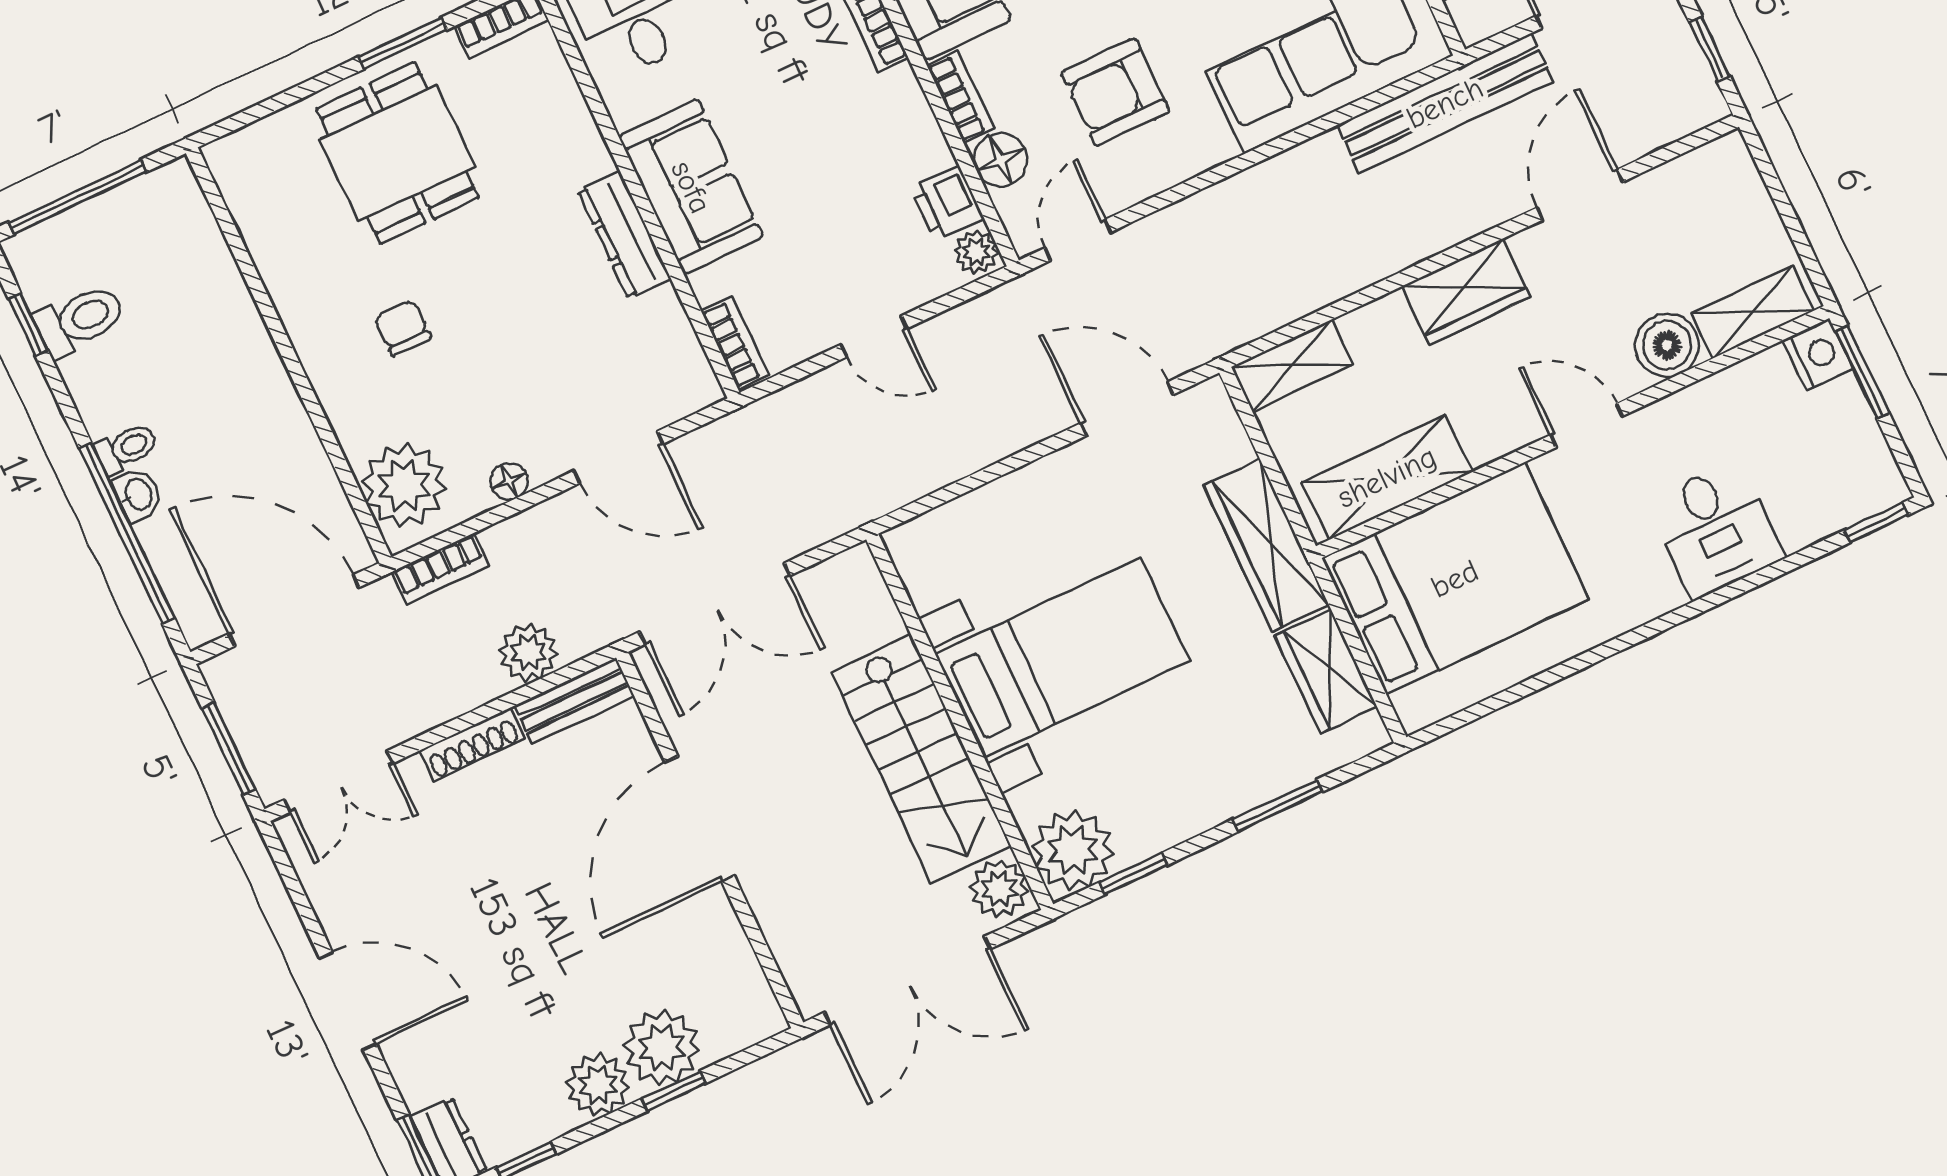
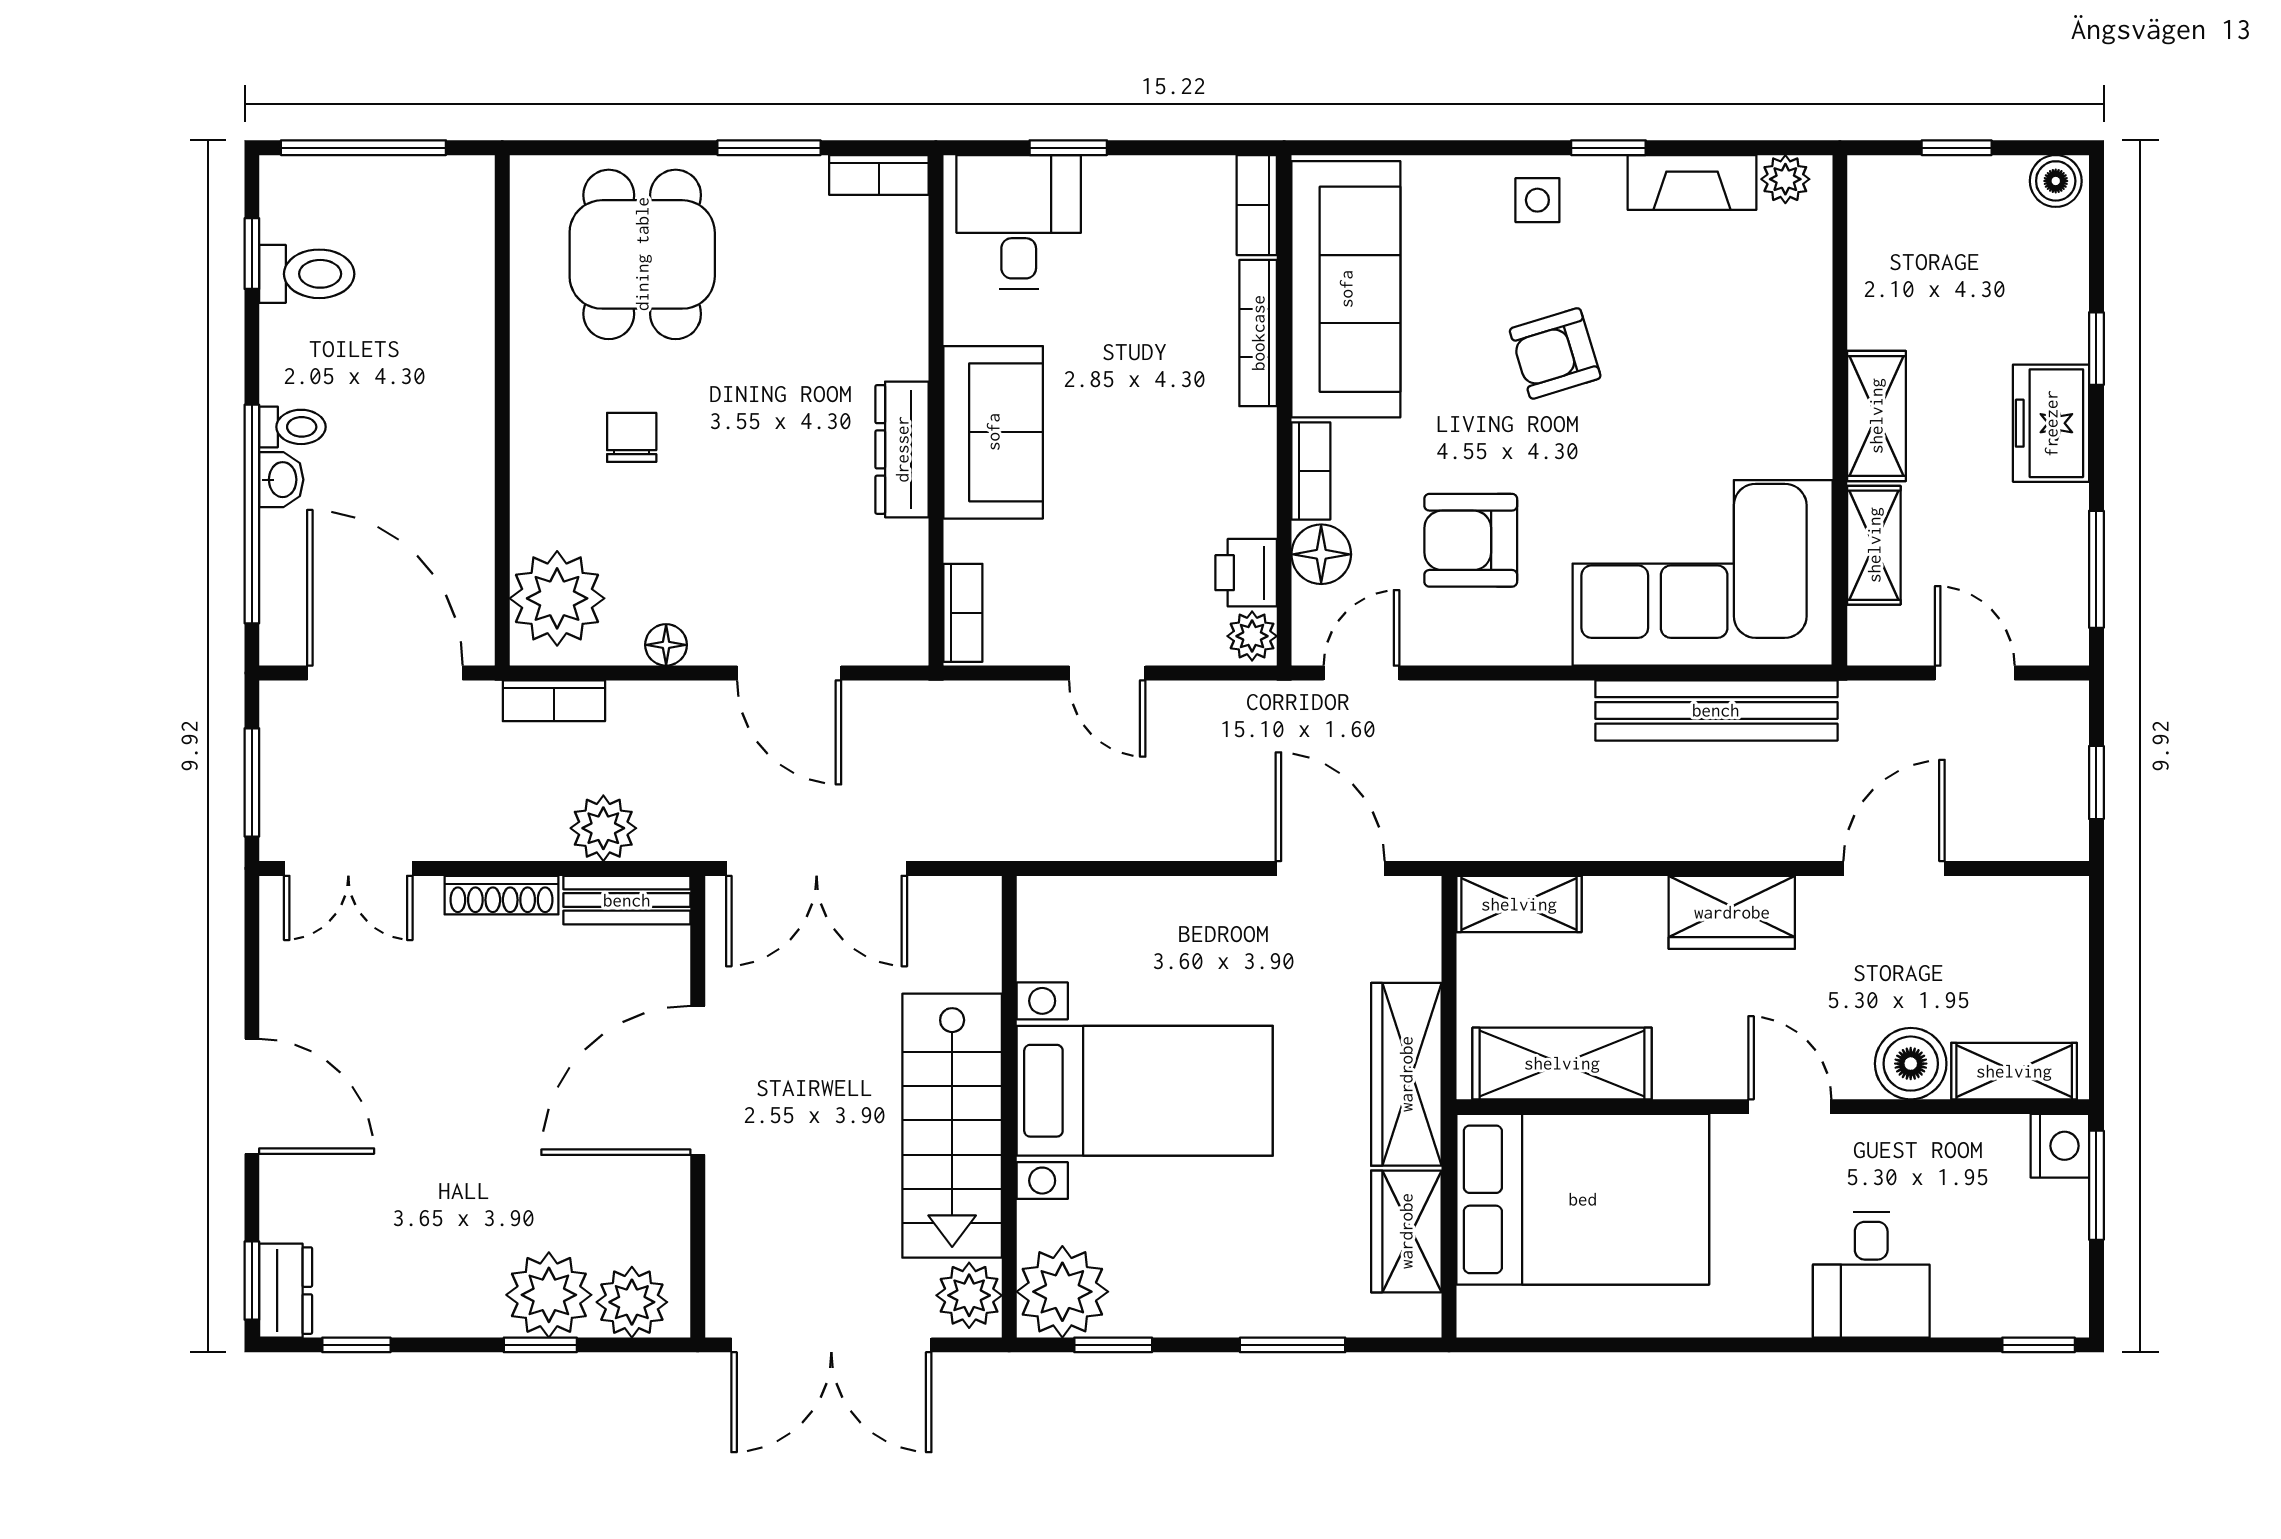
bench: (1445, 103) -> (1716, 710), moved
dining table: (398, 153) -> (642, 254), moved
plant: (598, 1085) -> (632, 1302), moved

